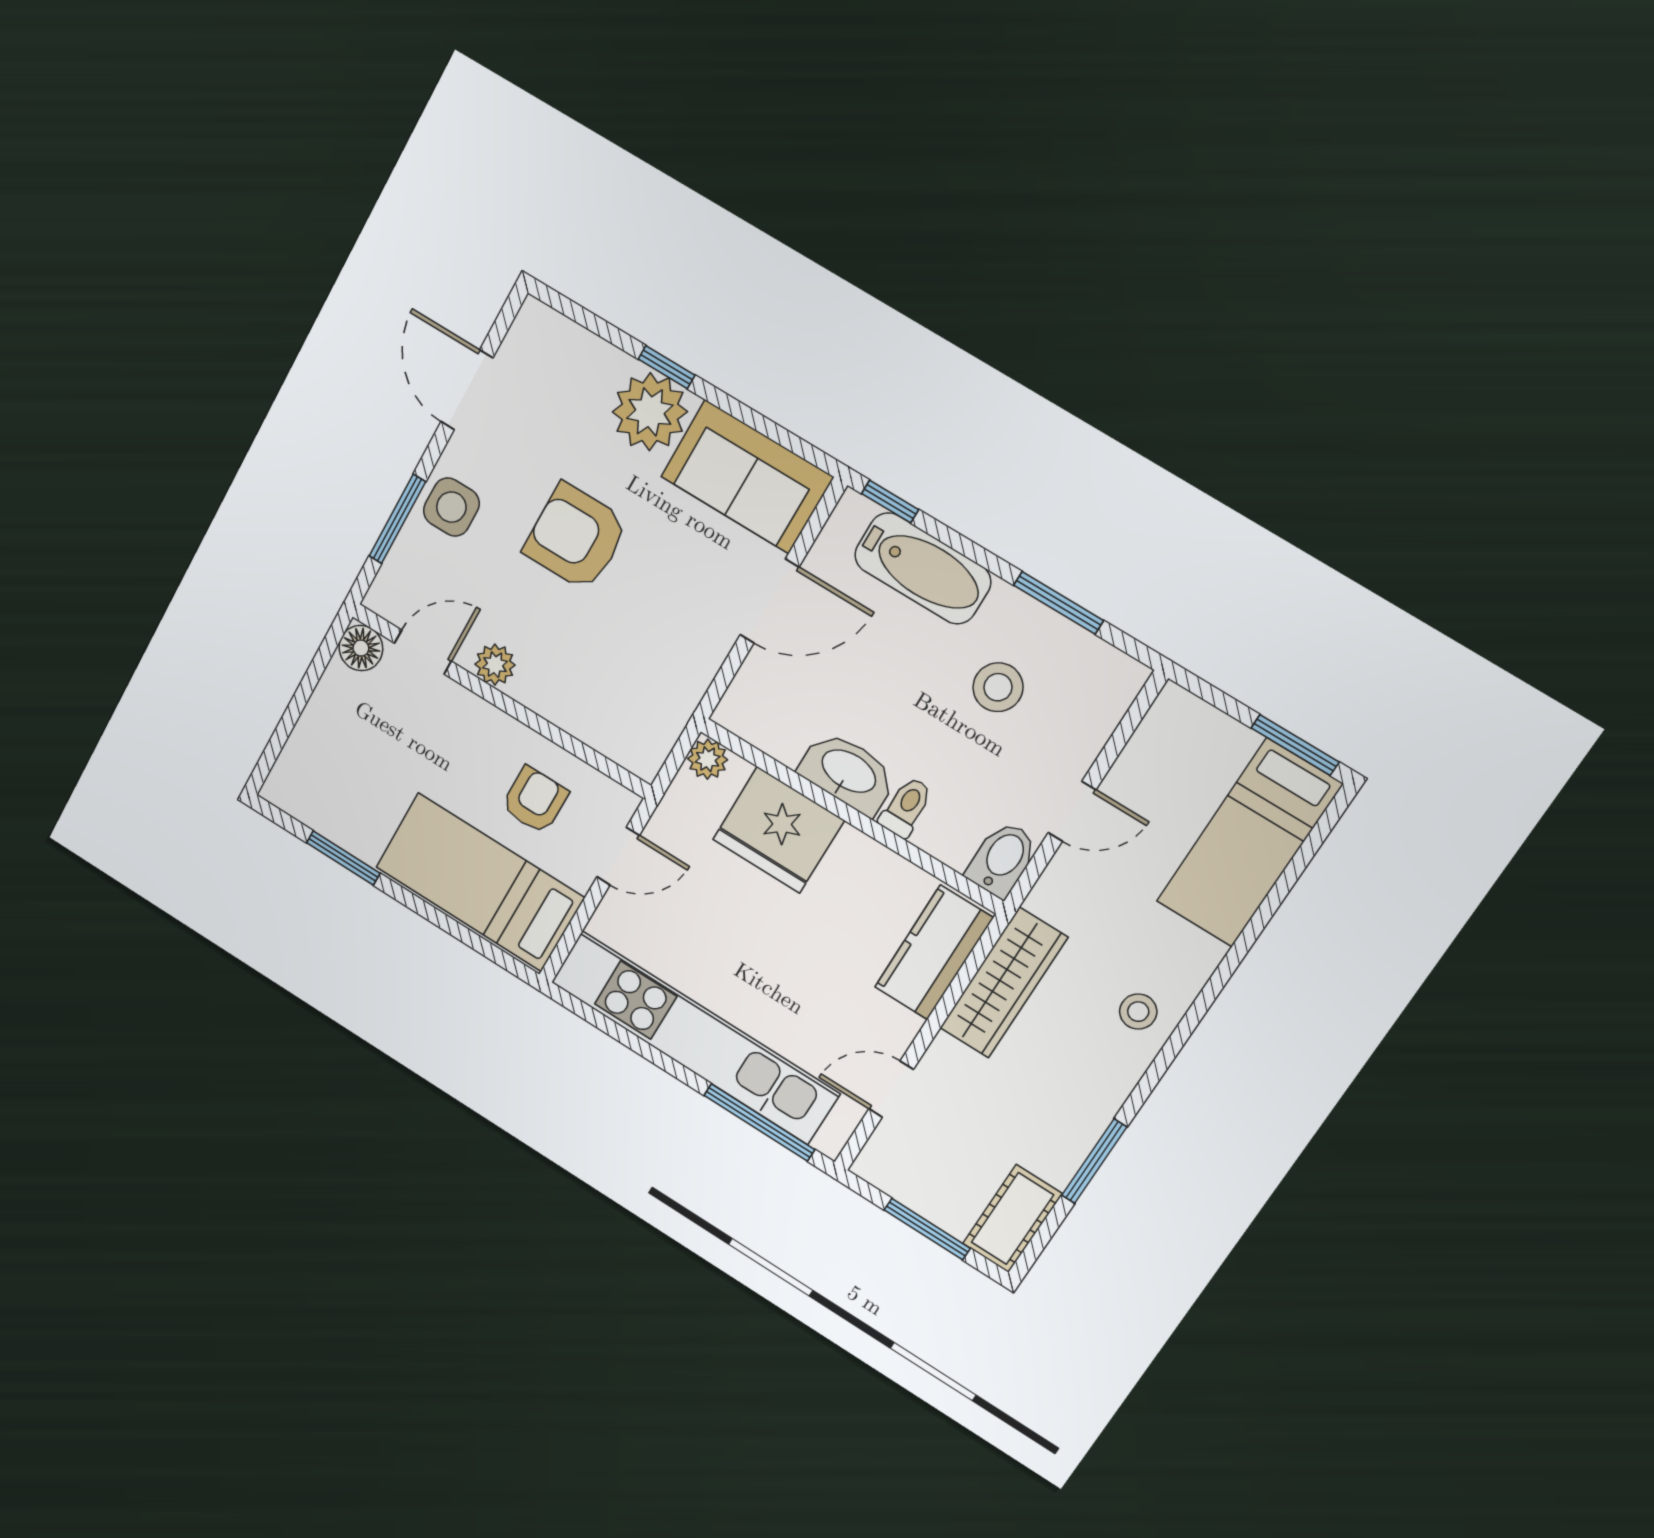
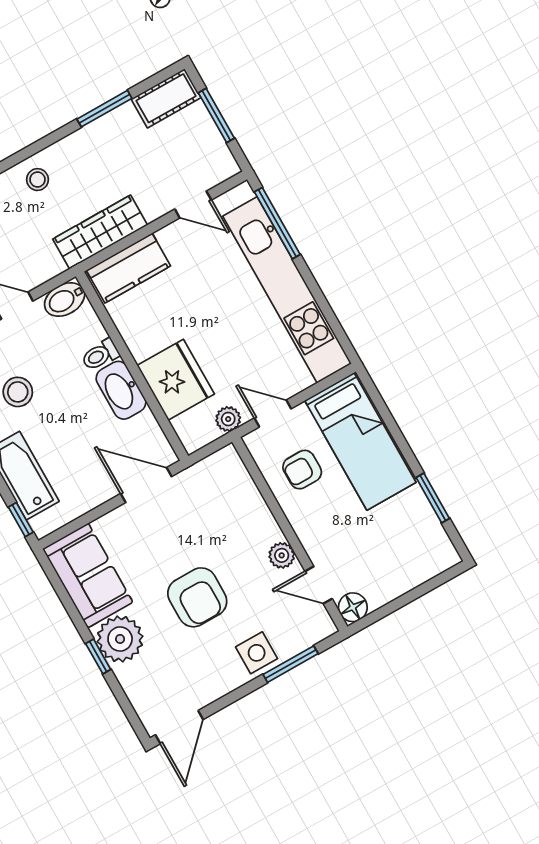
door: (467, 390) -> (179, 727), moved
door: (770, 601) -> (146, 485), moved
plant: (708, 759) -> (228, 419), moved

